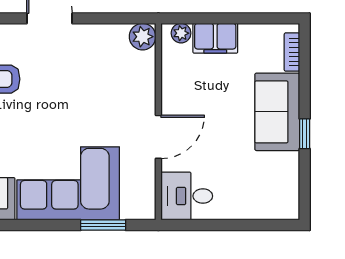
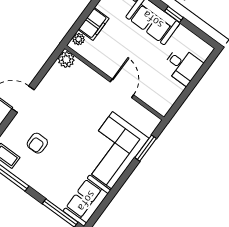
desk: (187, 196) -> (182, 66), moved, turned -90

